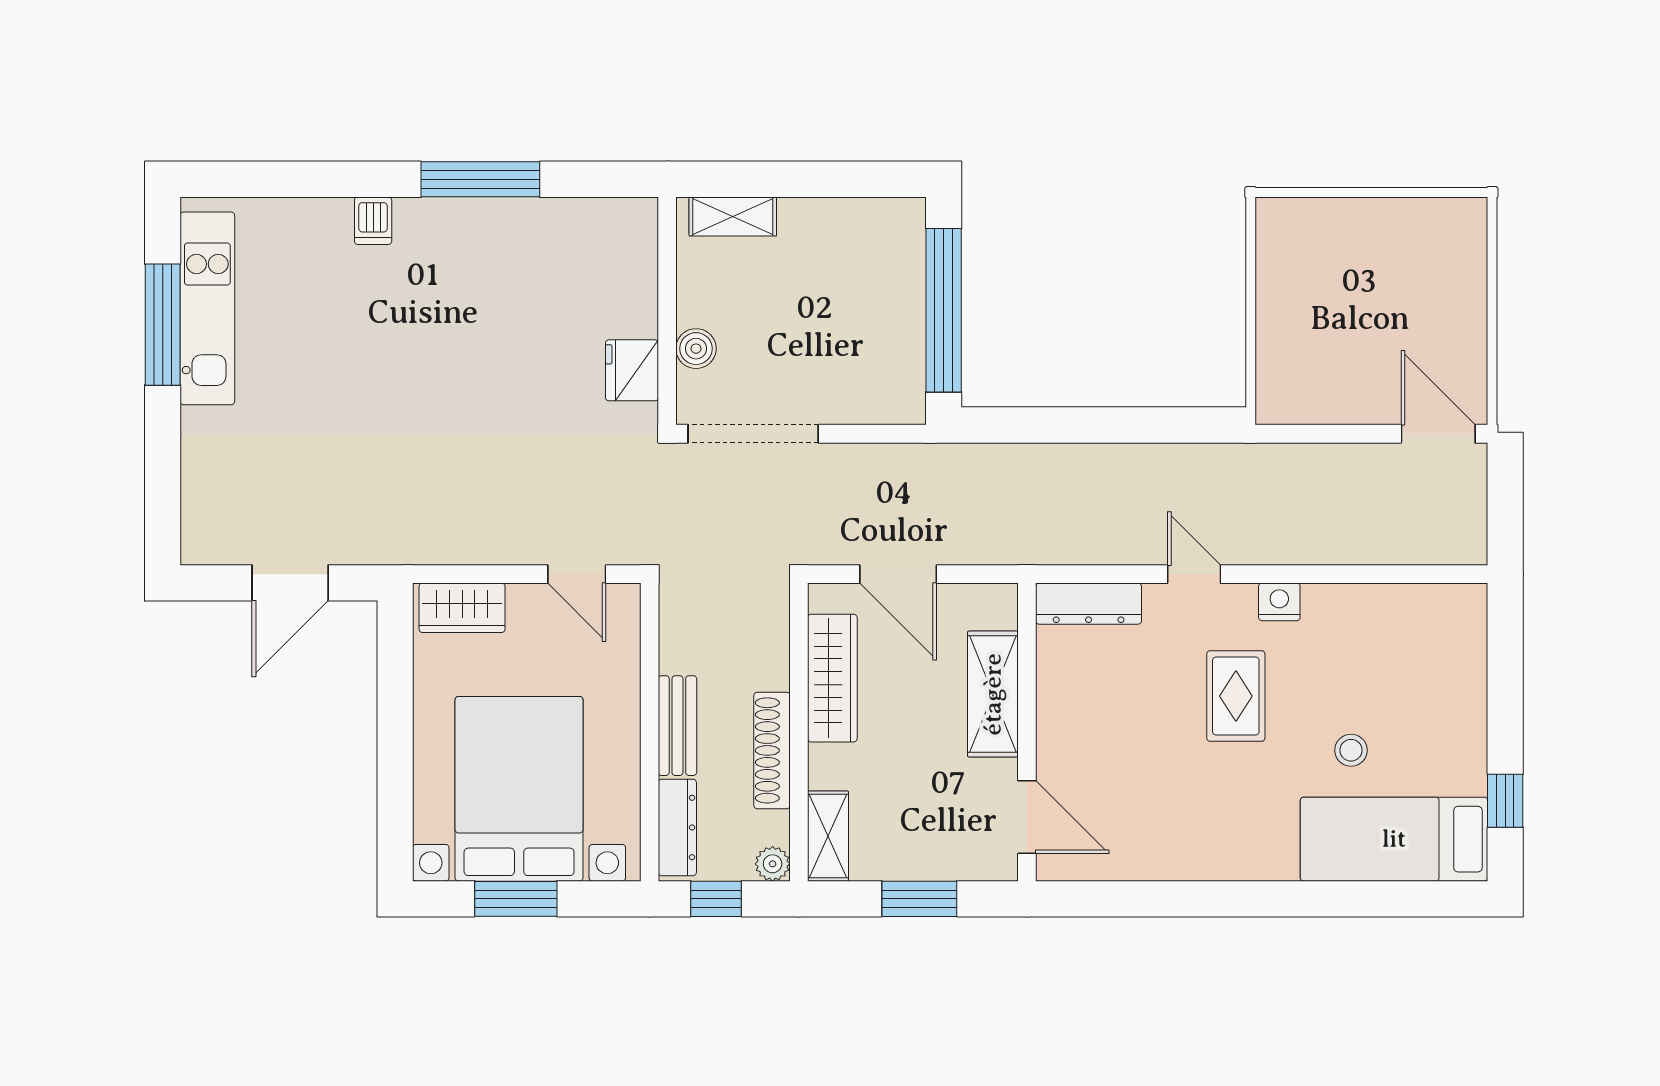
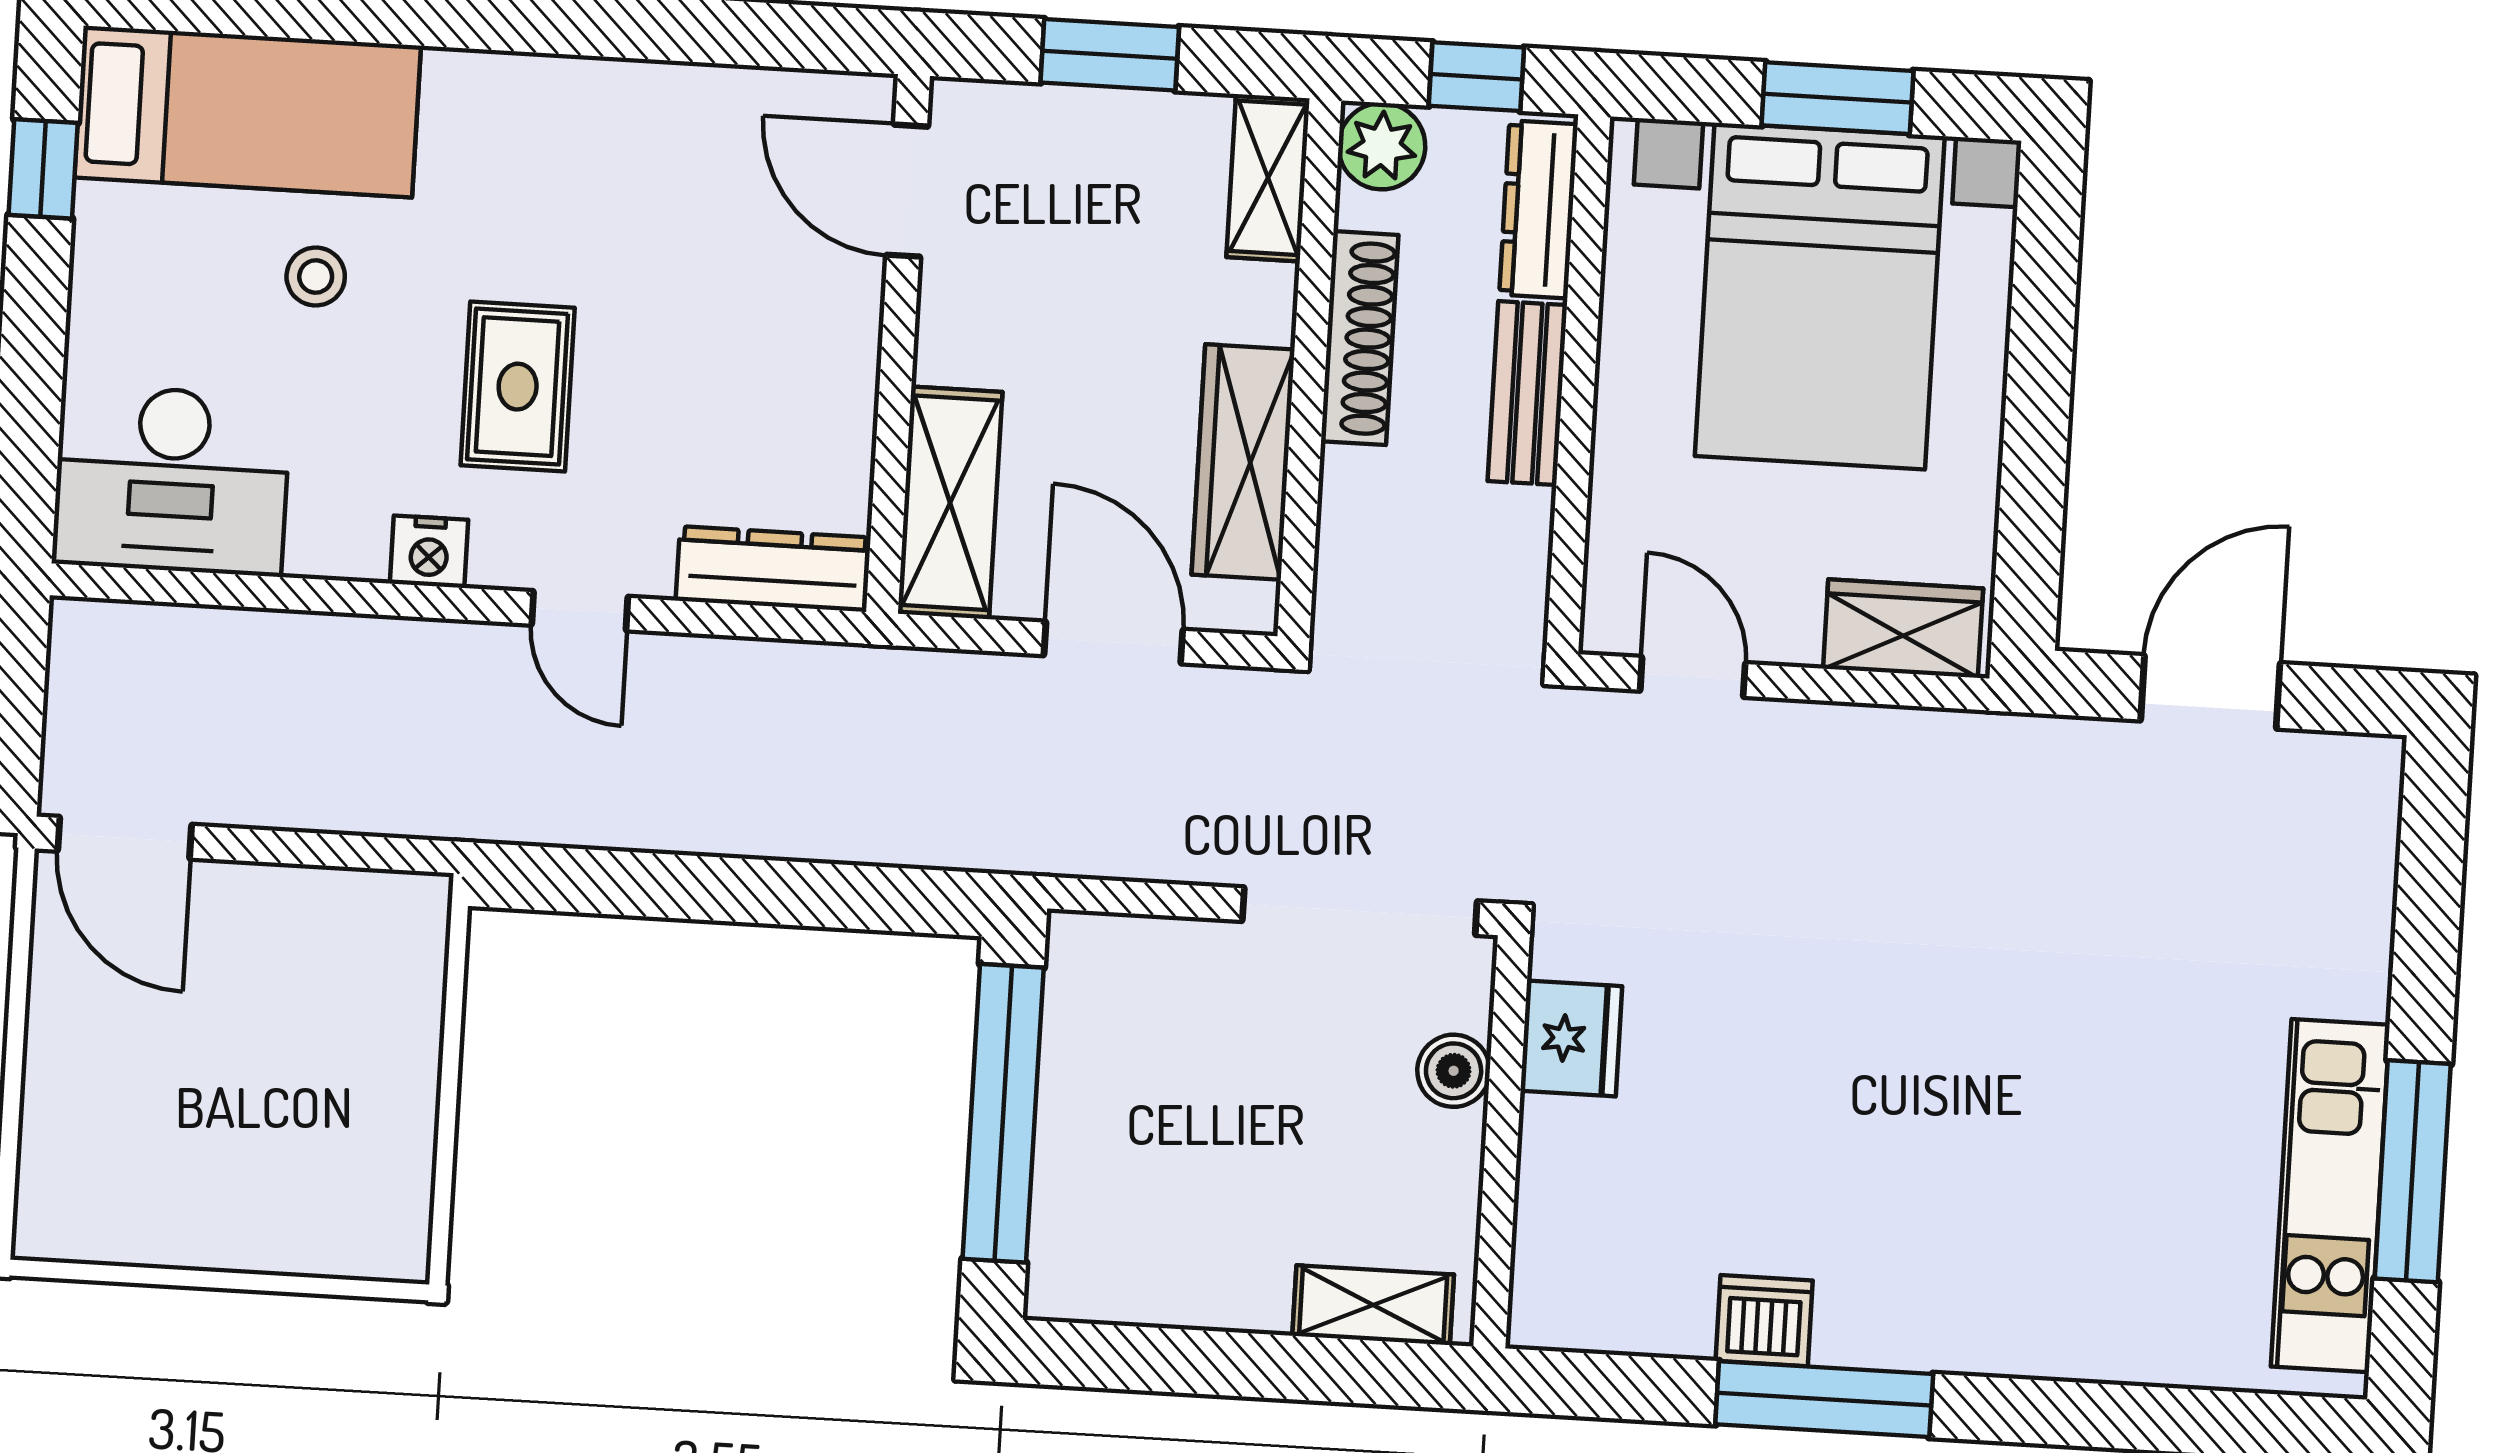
dishwasher: (373, 221) -> (1764, 1321), moved, width x1.38
desk: (1424, 633) -> (172, 480), added
shelving: (993, 694) -> (950, 503), moved
plant: (773, 864) -> (1382, 146), width x1.38, depth x1.38

